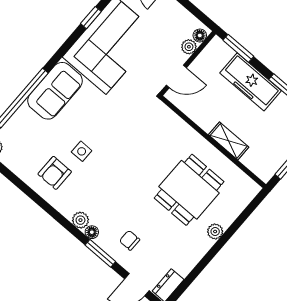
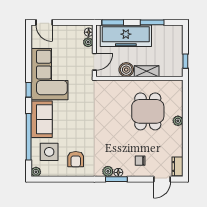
window: (91, 18) -> (29, 90), moved
freezer: (251, 82) -> (126, 36), width x1.36, depth x1.26
boiler: (206, 118) -> (126, 70), added
side table: (82, 151) -> (49, 152), moved, width x1.87, depth x1.87
window: (100, 253) -> (116, 179), moved

